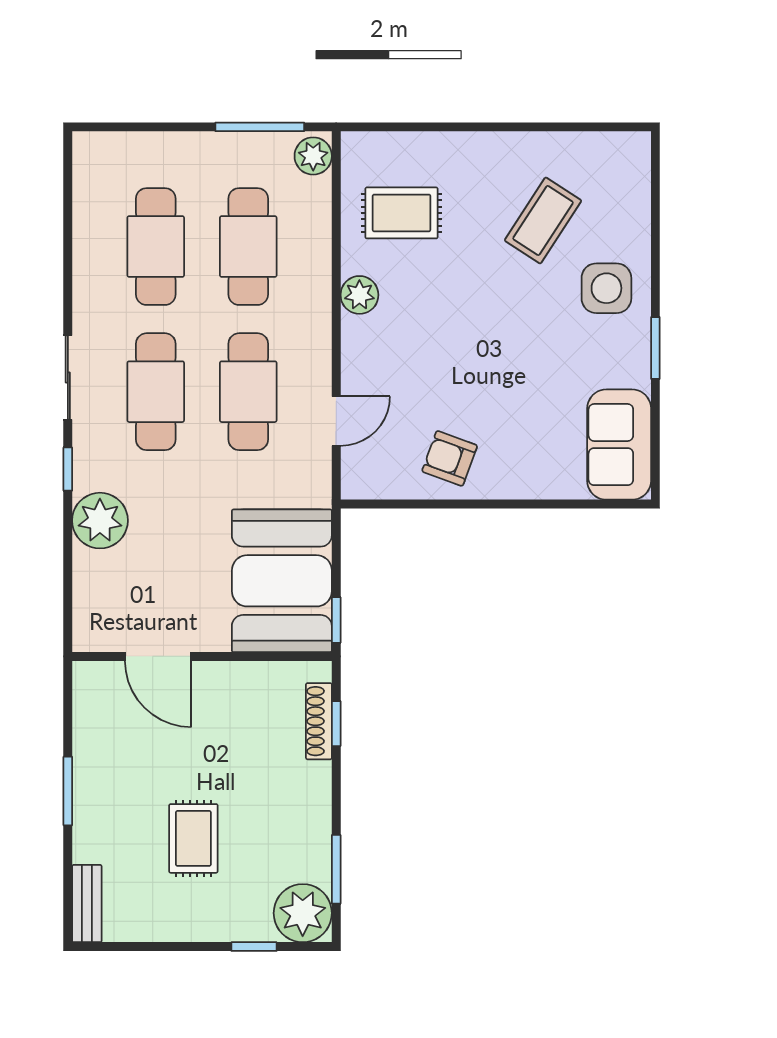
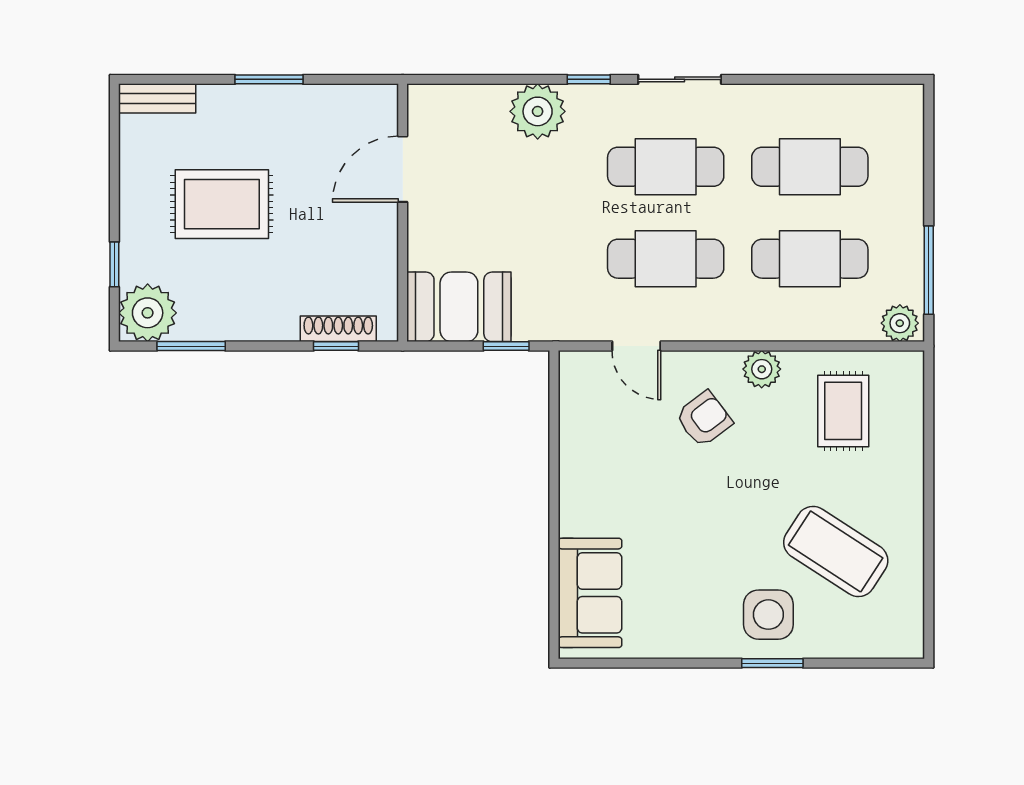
coffee table: (543, 220) -> (836, 552), width x1.36, depth x1.32
window: (655, 348) -> (772, 663), moved
sofa: (619, 445) -> (590, 593), moved, turned 90
armchair: (450, 458) -> (704, 419), moved, turned 33
booth: (282, 581) -> (459, 307), width x0.73, depth x0.70
window: (336, 620) -> (506, 346), moved
rug: (193, 838) -> (222, 204), width x1.36, depth x1.43

